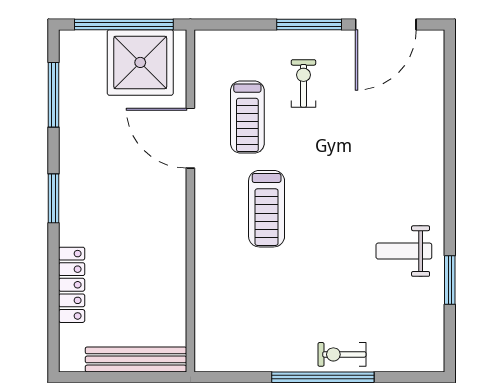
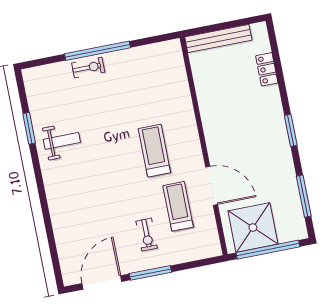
locker: (72, 285) -> (267, 69), width x0.66

